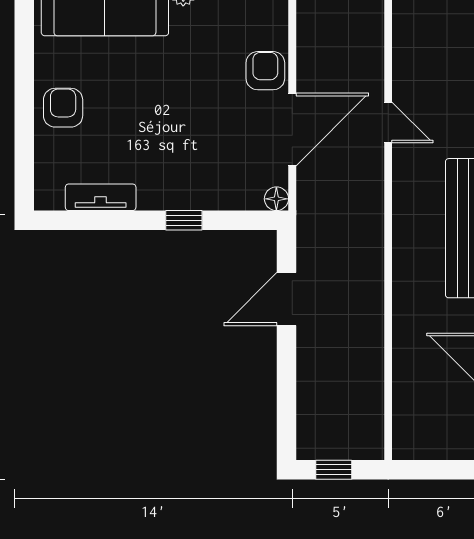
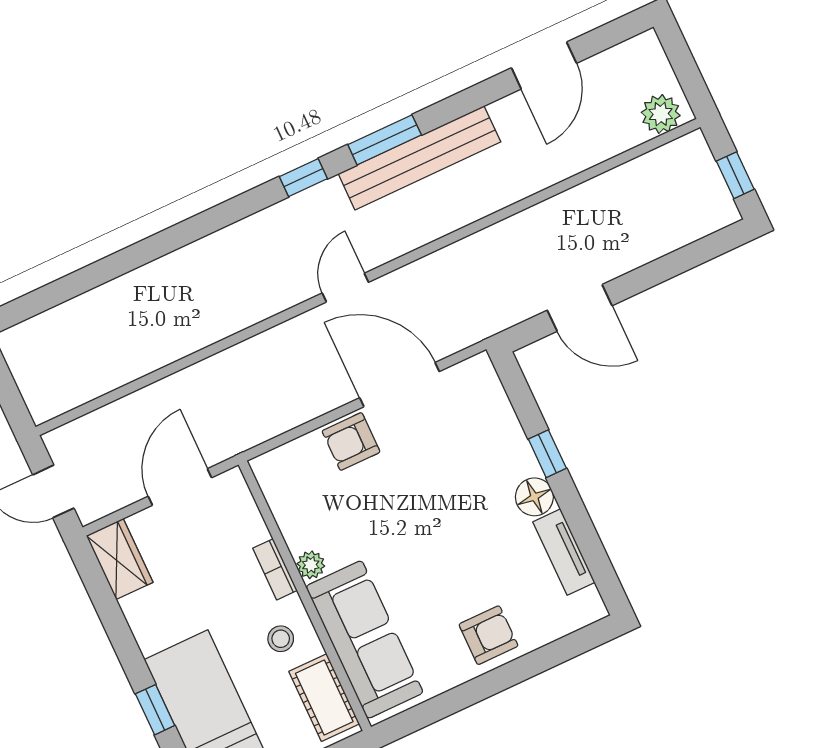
armchair: (63, 108) -> (488, 635), turned 180
floor lamp: (276, 199) -> (534, 497), moved, width x1.37, depth x1.37
plant: (409, 434) -> (661, 114), added

